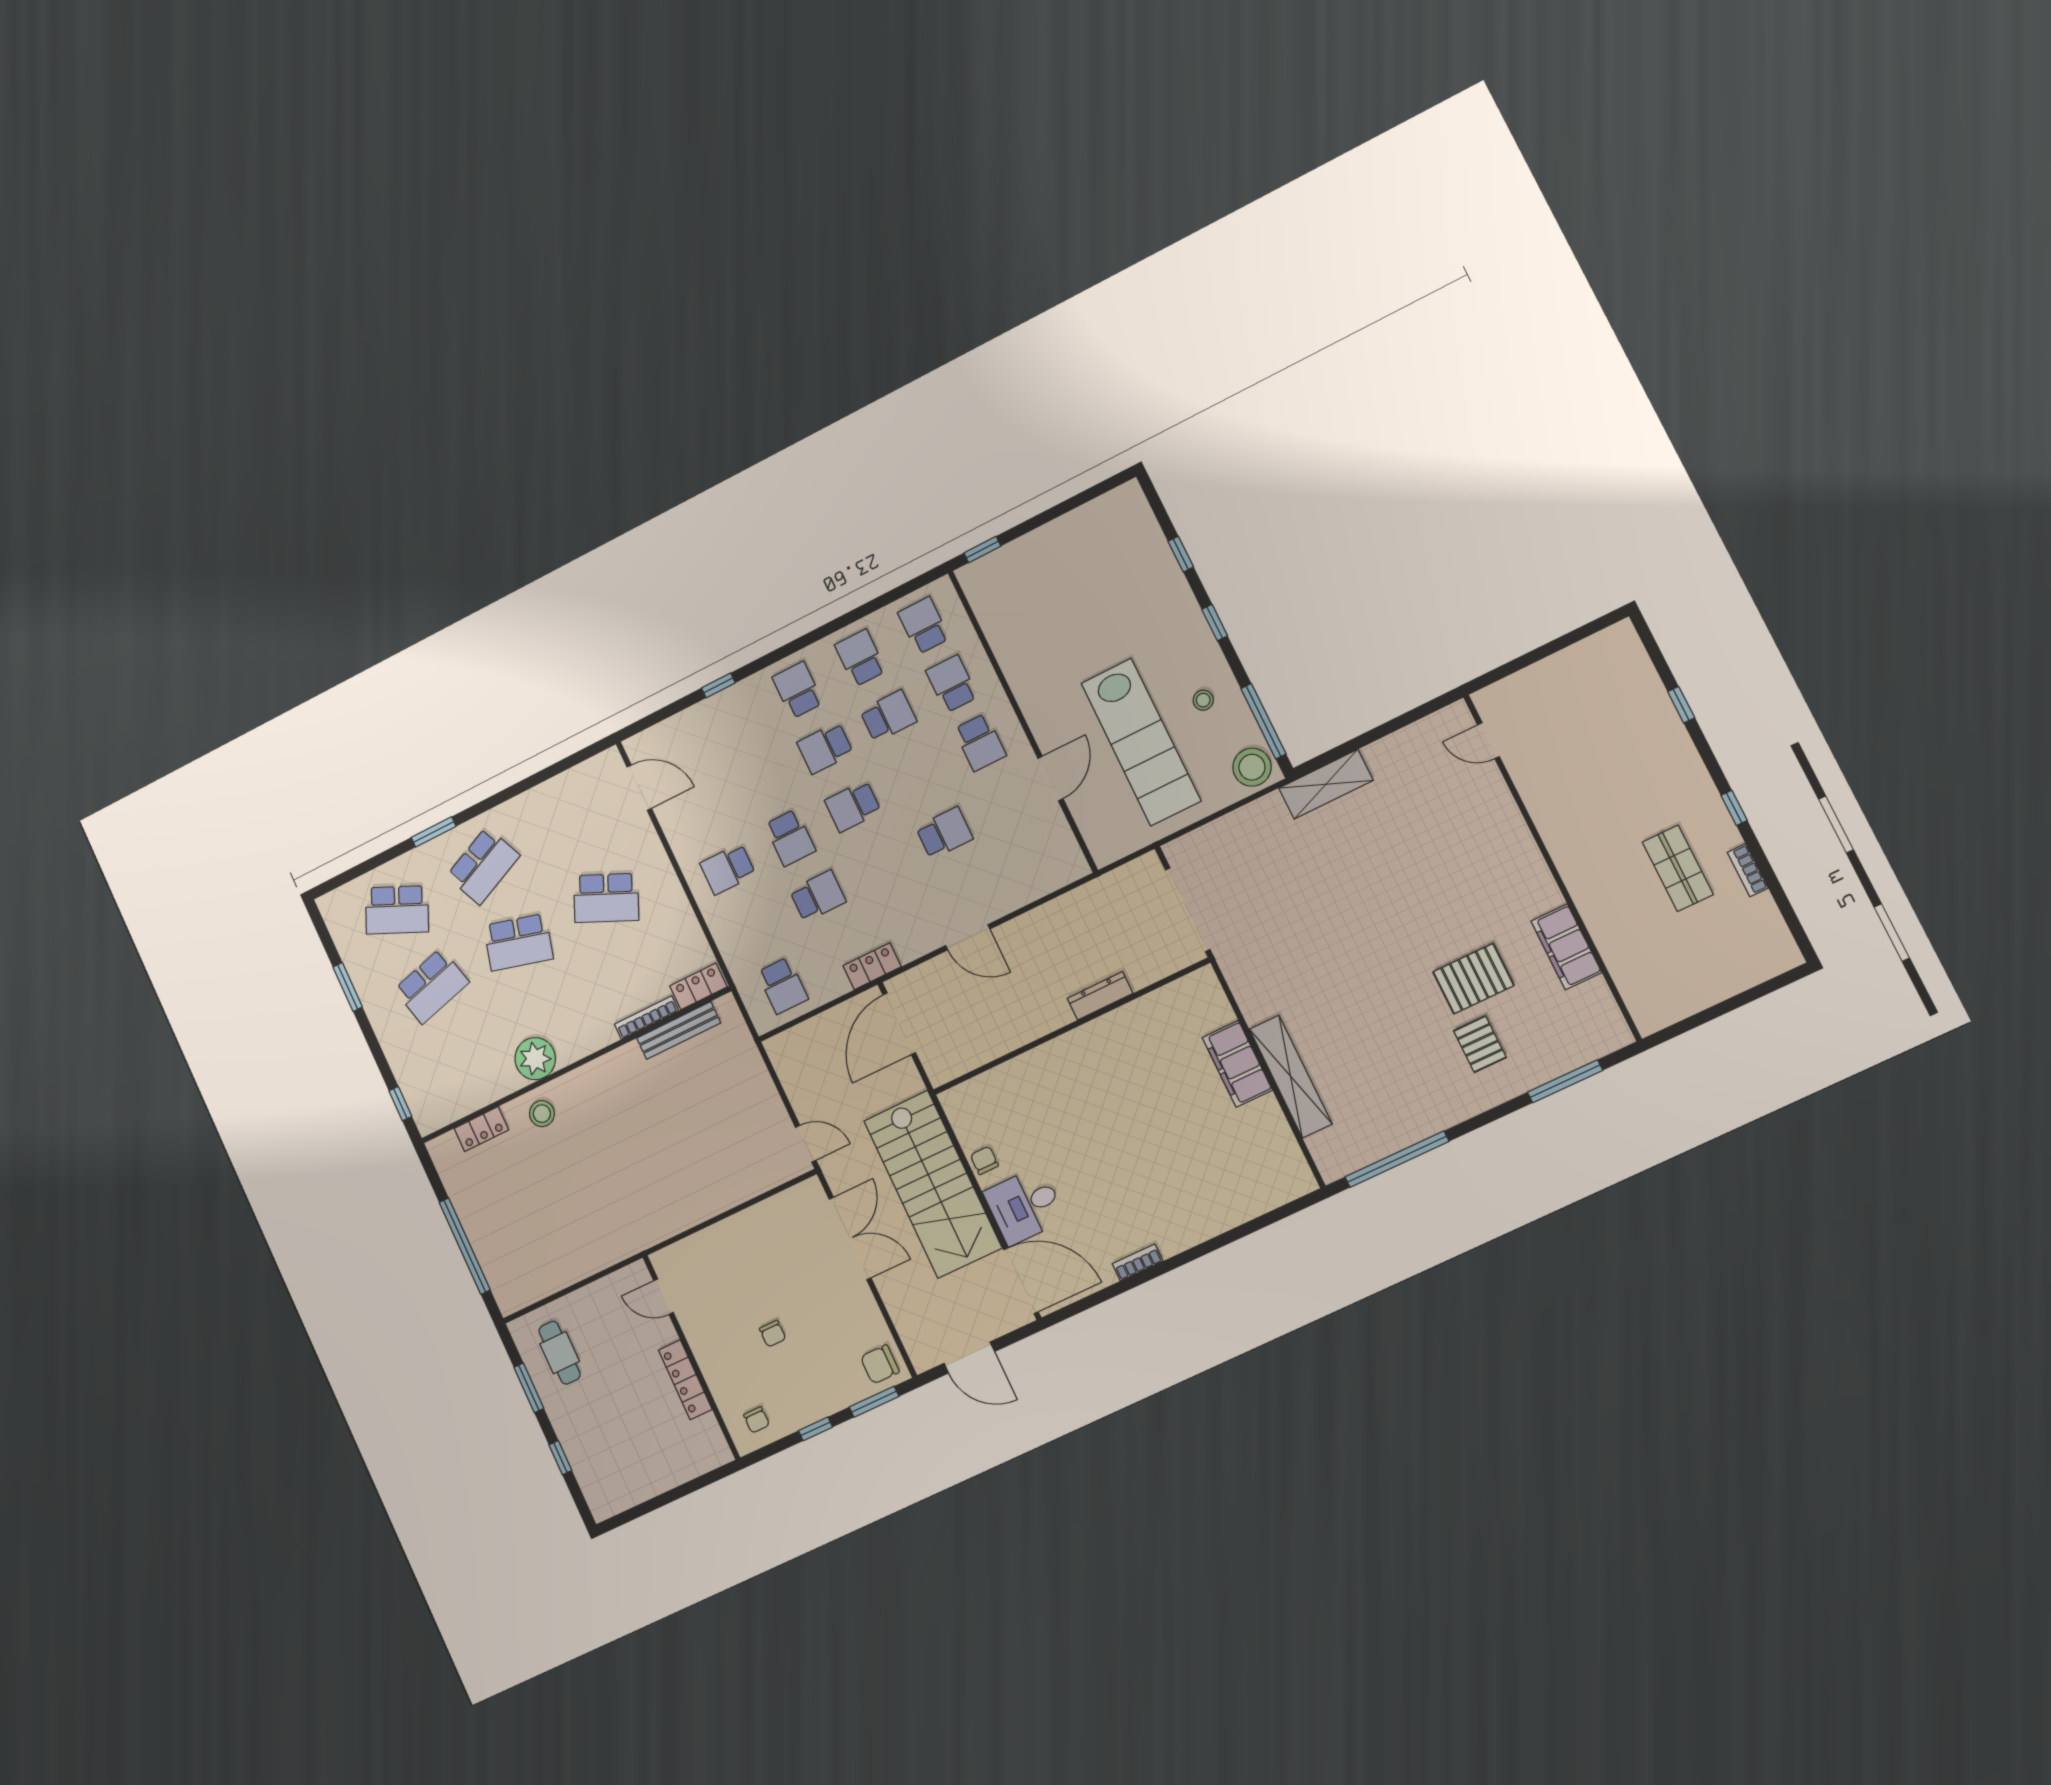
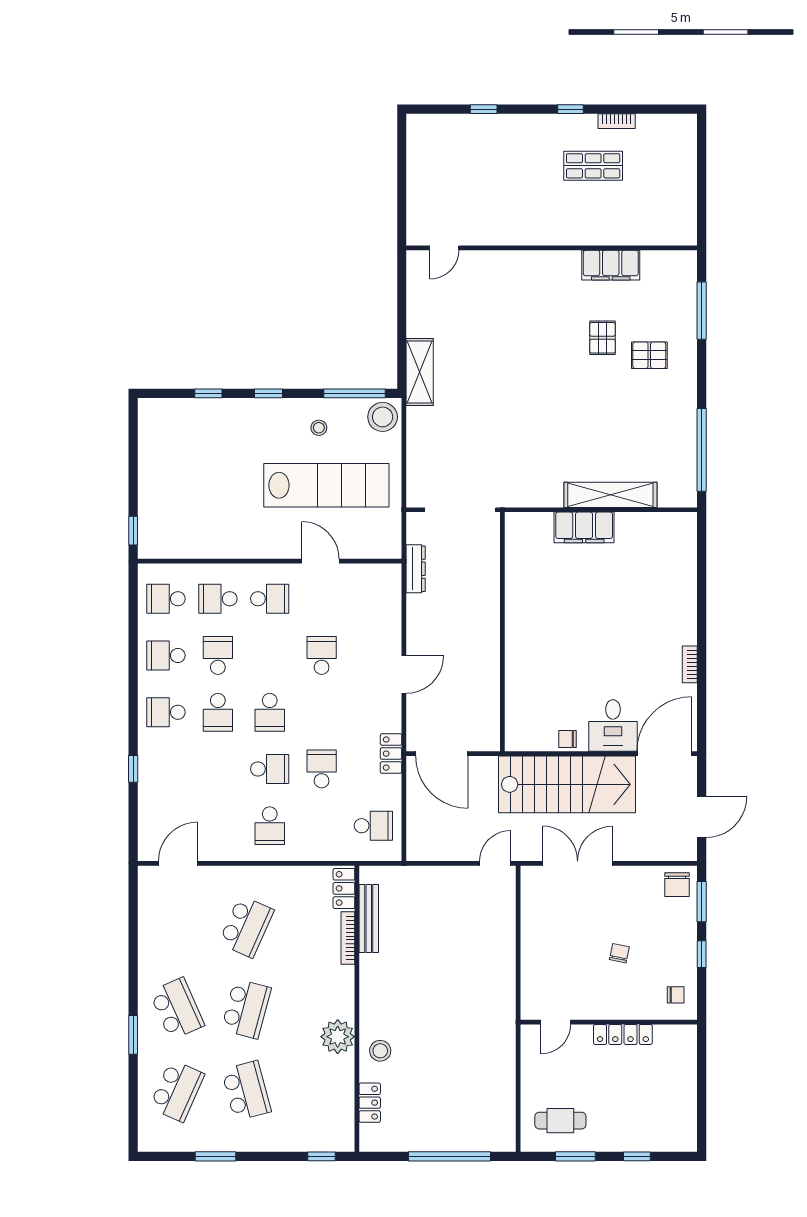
pallet: (1473, 979) -> (602, 338), width x0.67, depth x0.71
dresser: (1100, 996) -> (416, 569), moved, turned 180
chair: (773, 1334) -> (619, 953), turned -78

